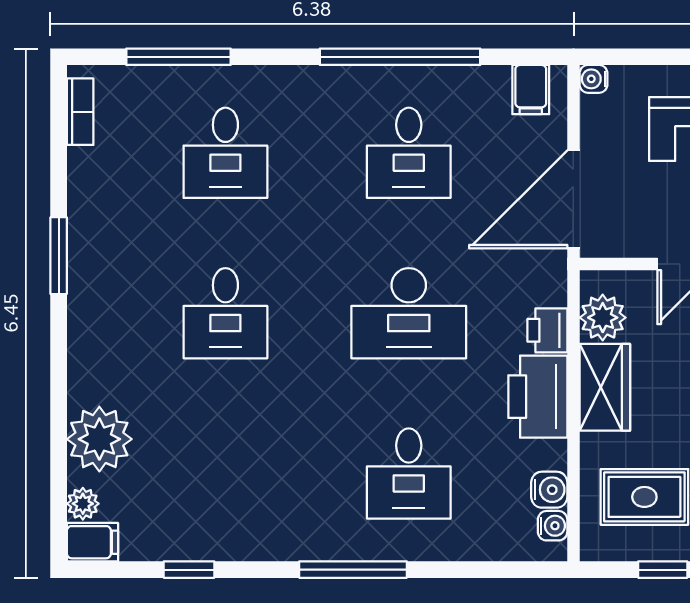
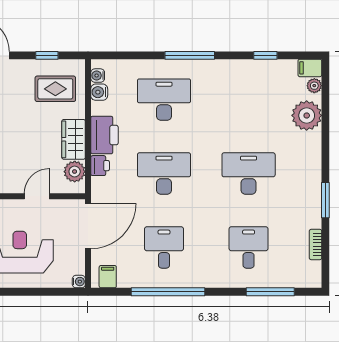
bookcase: (80, 112) -> (316, 245), moved
desk: (225, 313) -> (249, 174), width x1.37
desk: (409, 474) -> (164, 100), width x1.37

